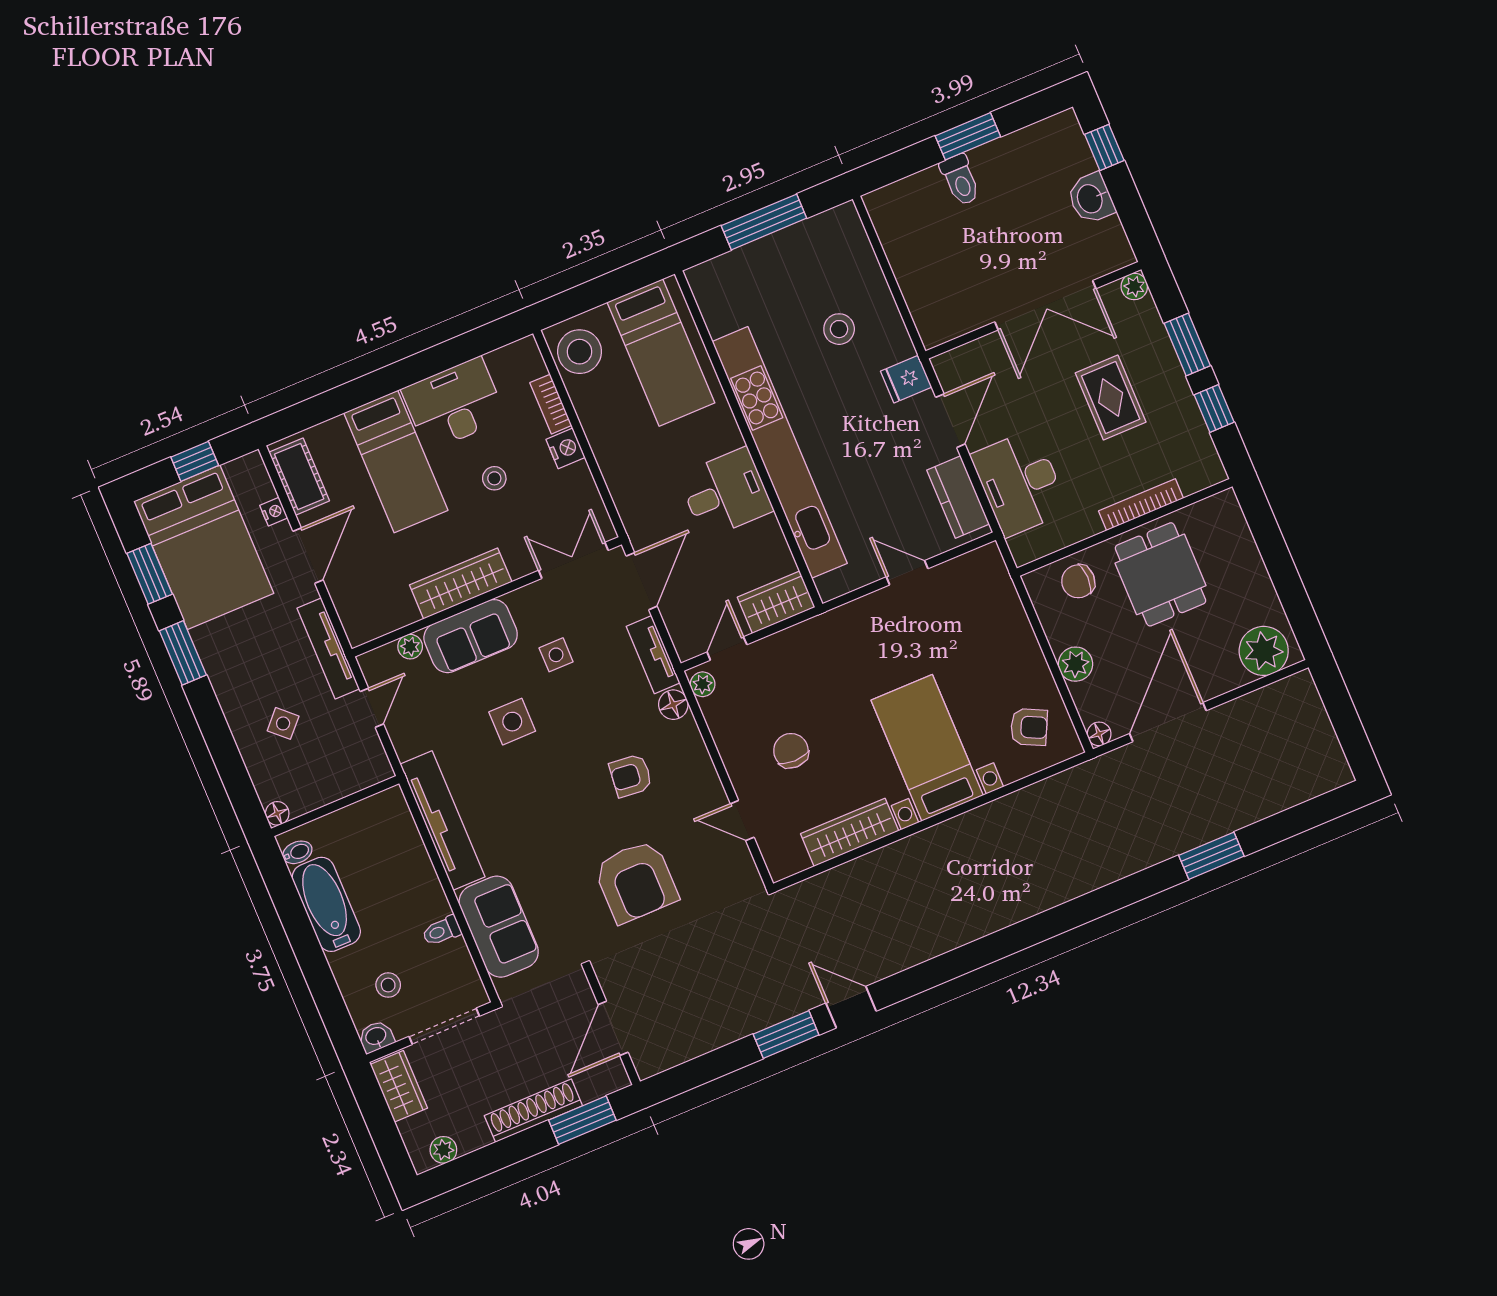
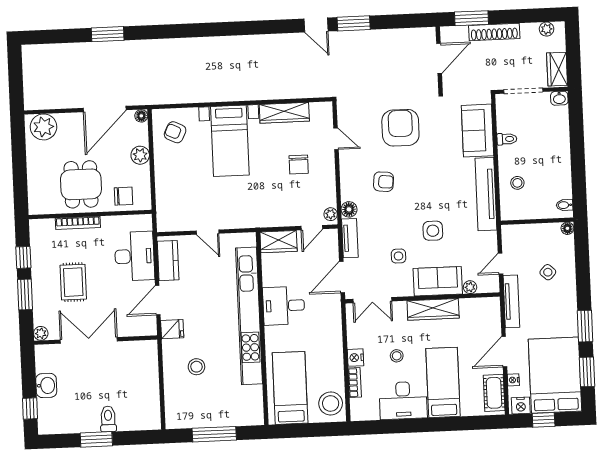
nightstand: (244, 472) -> (521, 406), added
bathtub: (326, 904) -> (560, 174), removed
stool: (388, 985) -> (517, 183), moved

